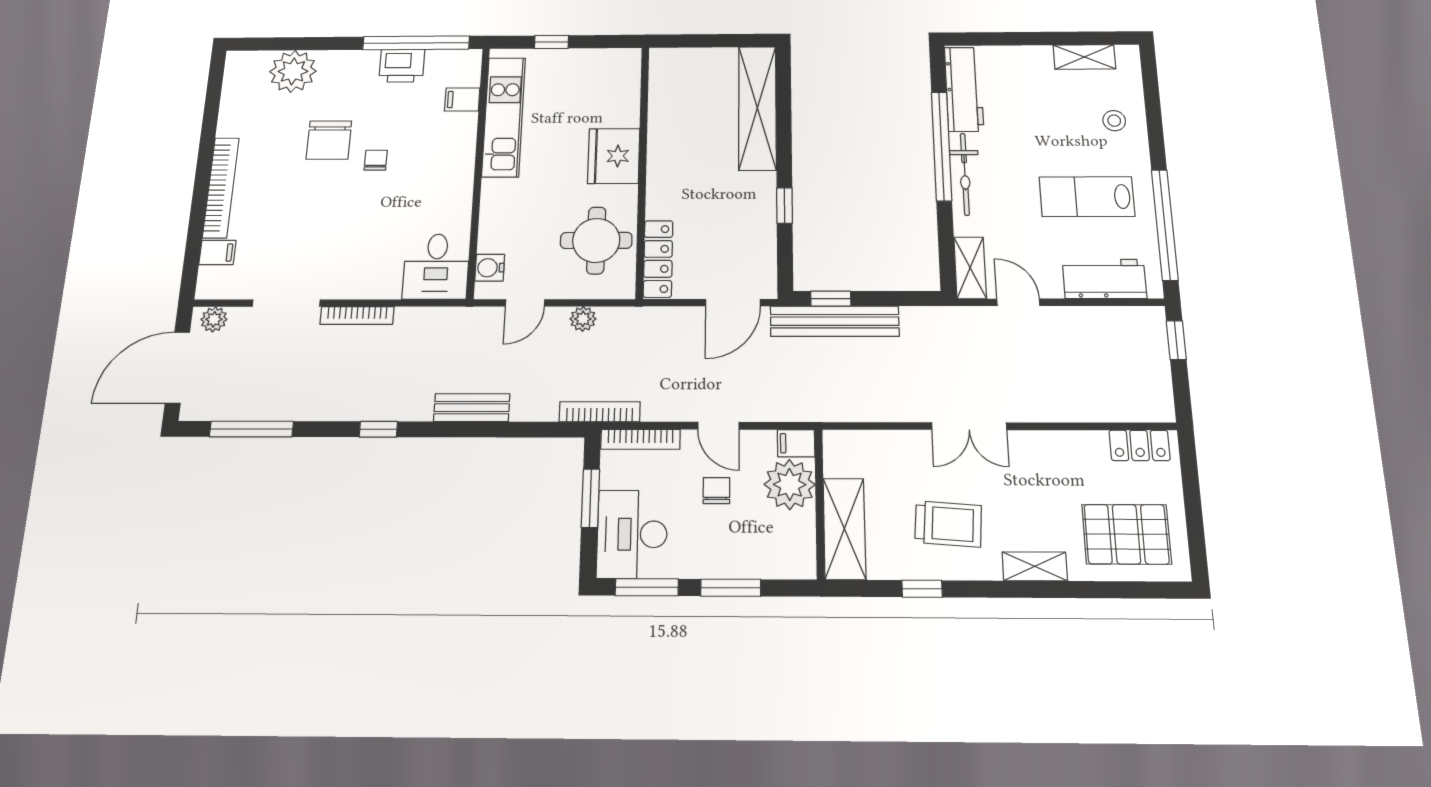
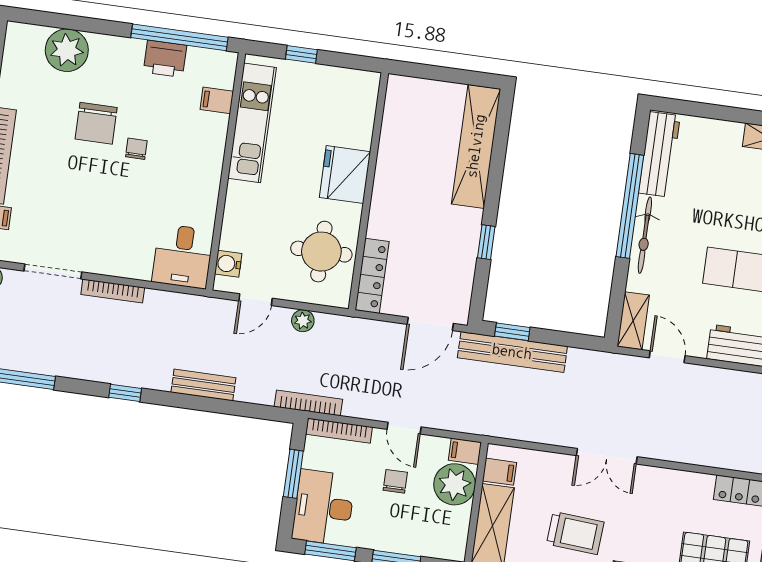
filing cabinet: (842, 462) -> (499, 472), added

